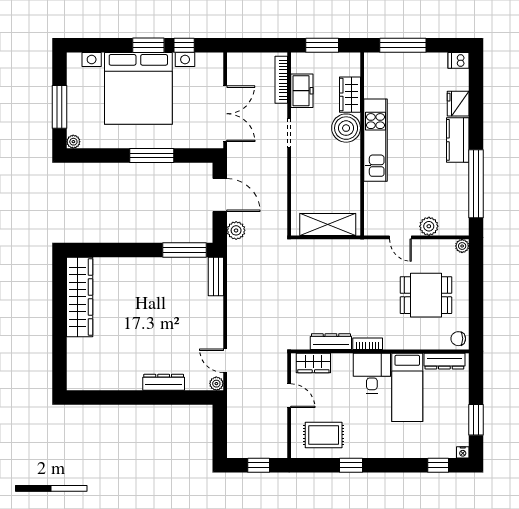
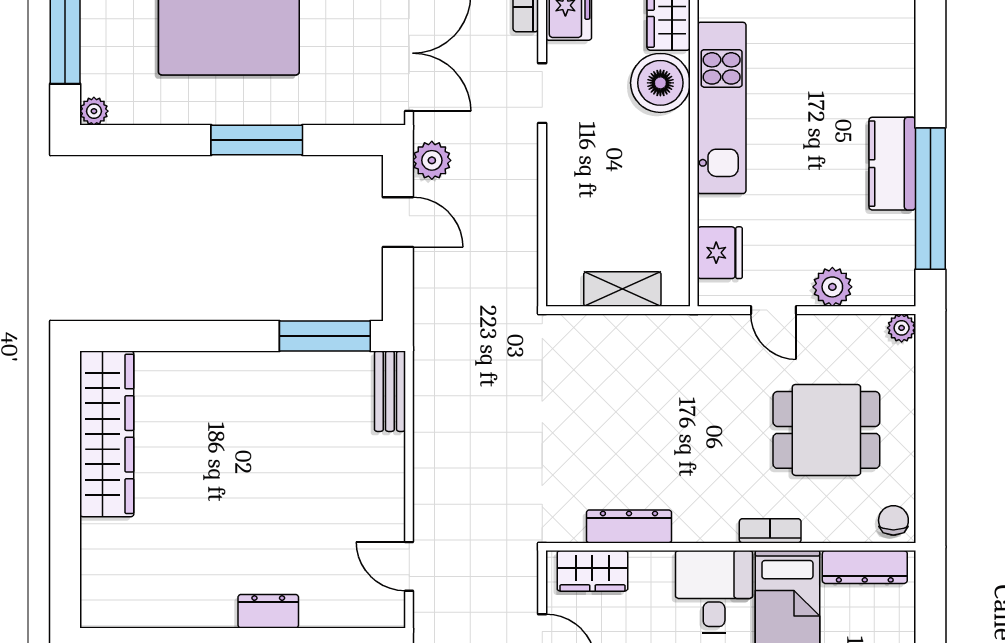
fridge: (458, 104) -> (720, 253), moved, turned 180
kitchen counter: (458, 140) -> (892, 164), moved
door: (220, 195) -> (398, 222), width x0.73
shelving: (328, 225) -> (622, 289), width x0.67, depth x0.75
plant: (236, 230) -> (432, 160), moved
chair: (458, 339) -> (893, 520), turned 90
bookcase: (368, 344) -> (770, 531), moved
dresser: (164, 382) -> (268, 611), width x0.70
plant: (216, 384) -> (391, 614), removed

